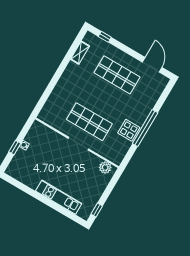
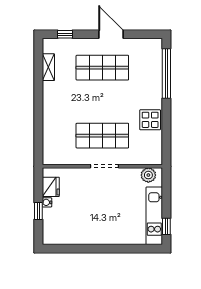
door: (152, 65) -> (111, 34), moved
window: (145, 128) -> (166, 73), moved
fridge: (33, 136) -> (51, 187), added
kitchen unit: (59, 197) -> (154, 216), moved, turned -90

